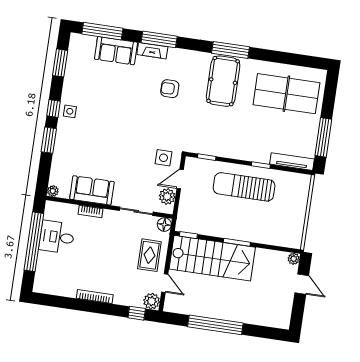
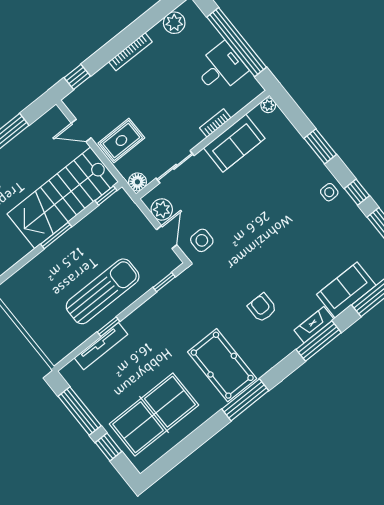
armchair: (170, 89) -> (262, 308), turned -90
window: (329, 102) -> (108, 447), added
window: (53, 109) -> (357, 192), moved
tv unit: (292, 162) -> (101, 346), moved
rug: (149, 255) -> (121, 141), turned 90
plant: (152, 301) -> (174, 23), moved

